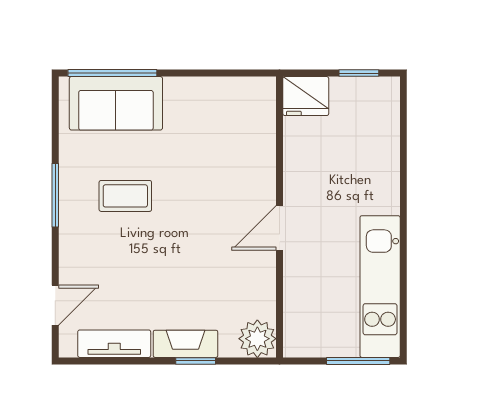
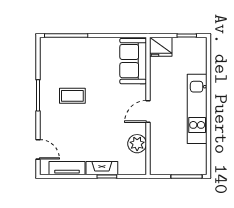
sofa: (116, 103) -> (133, 61), moved, turned 90
kitchen unit: (380, 287) -> (197, 109), moved
door: (55, 305) -> (38, 149), hinge flipped
plant: (257, 339) -> (137, 144), moved

